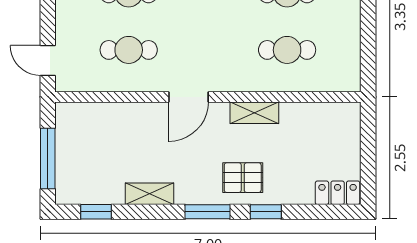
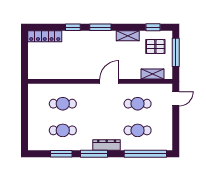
door: (48, 61) -> (176, 99), hinge flipped
shelving: (254, 113) -> (152, 74), moved
pallet: (243, 178) -> (155, 47), moved
locker: (338, 193) -> (45, 36), width x1.53

